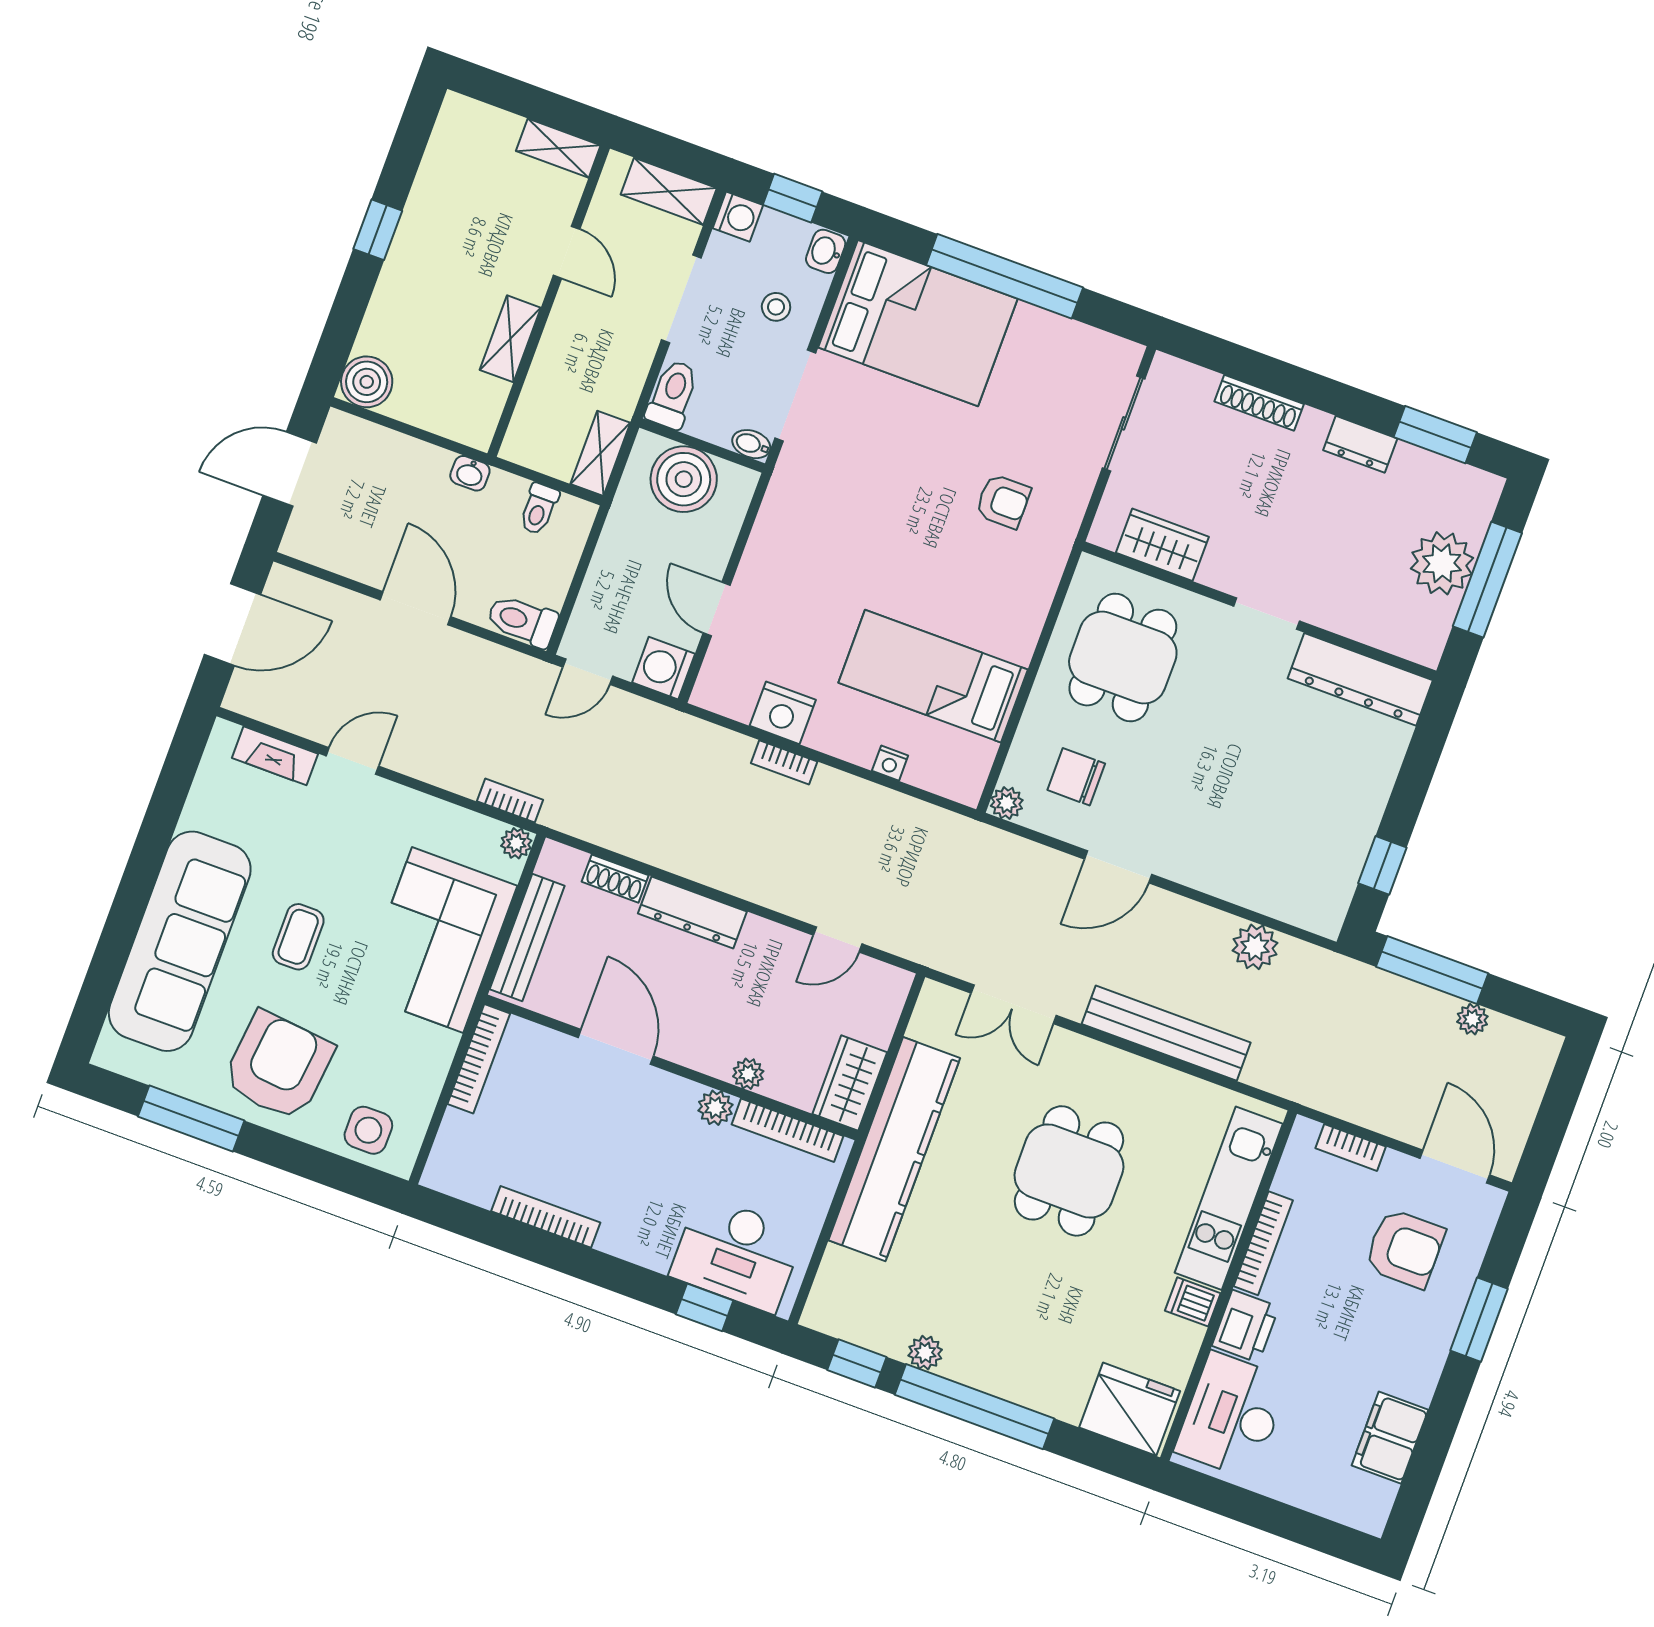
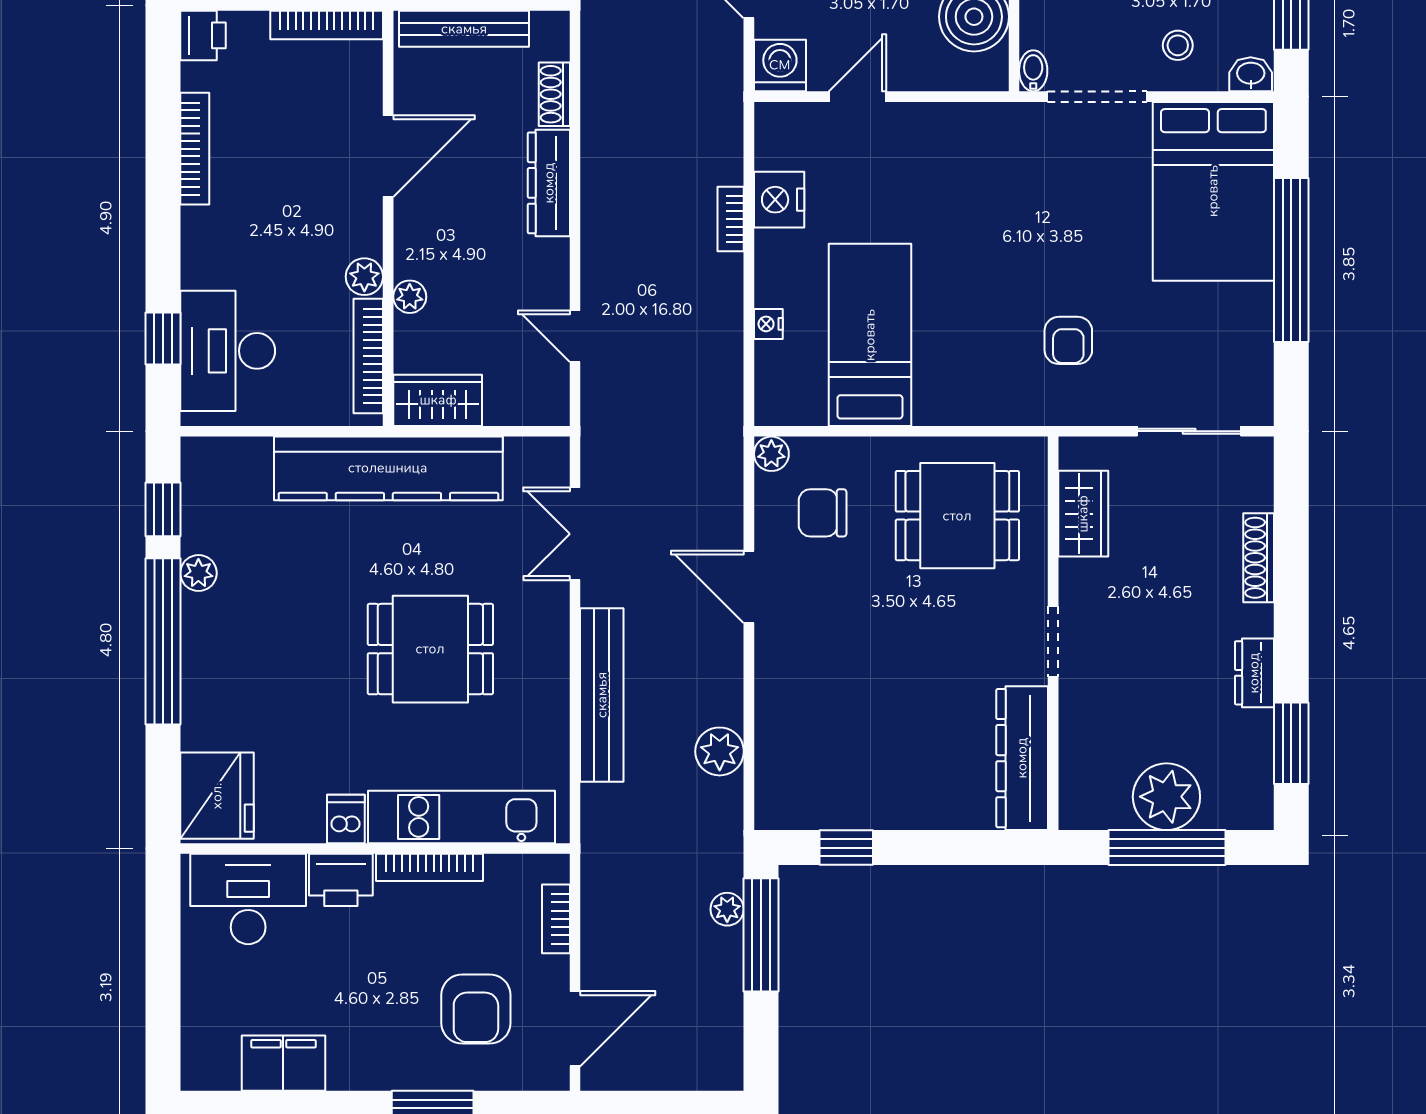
chair: (1076, 777) -> (823, 513), turned -90
plant: (1472, 1019) -> (727, 909), moved
printer: (448, 1172) -> (203, 35), added

